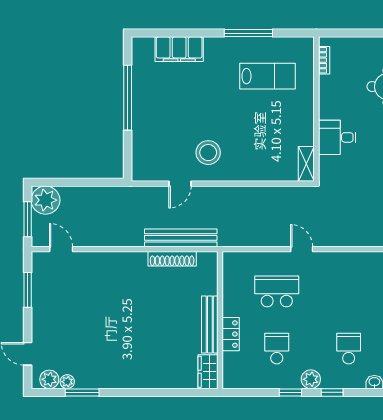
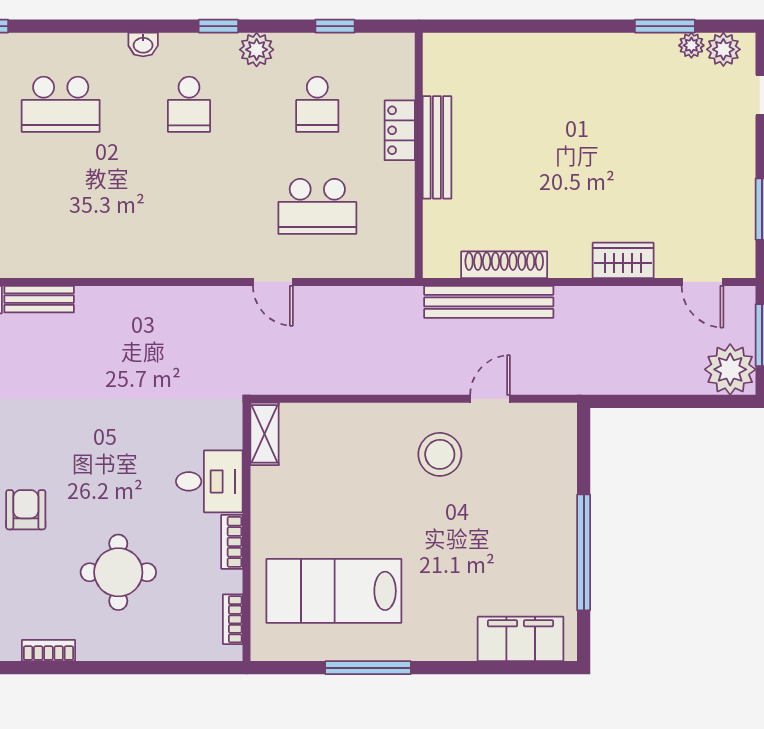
filing cabinet: (179, 49) -> (521, 639), moved
lab bench: (268, 76) -> (334, 591), width x1.36, depth x1.39
bookcase: (325, 104) -> (232, 542), added
wardrobe: (208, 372) -> (623, 260), moved, turned -90
window: (290, 392) -> (335, 26), moved

